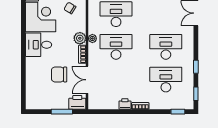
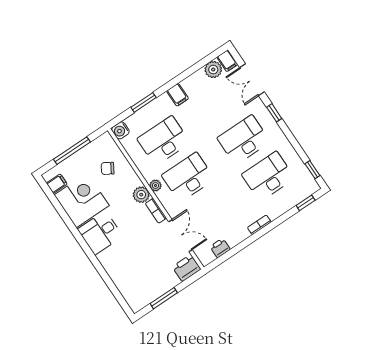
window: (196, 67) -> (274, 113), moved
chair: (59, 74) -> (145, 251), removed
double door: (87, 80) -> (180, 236), swing flipped
printer: (125, 104) -> (220, 248), moved
window: (62, 112) -> (164, 298), moved

